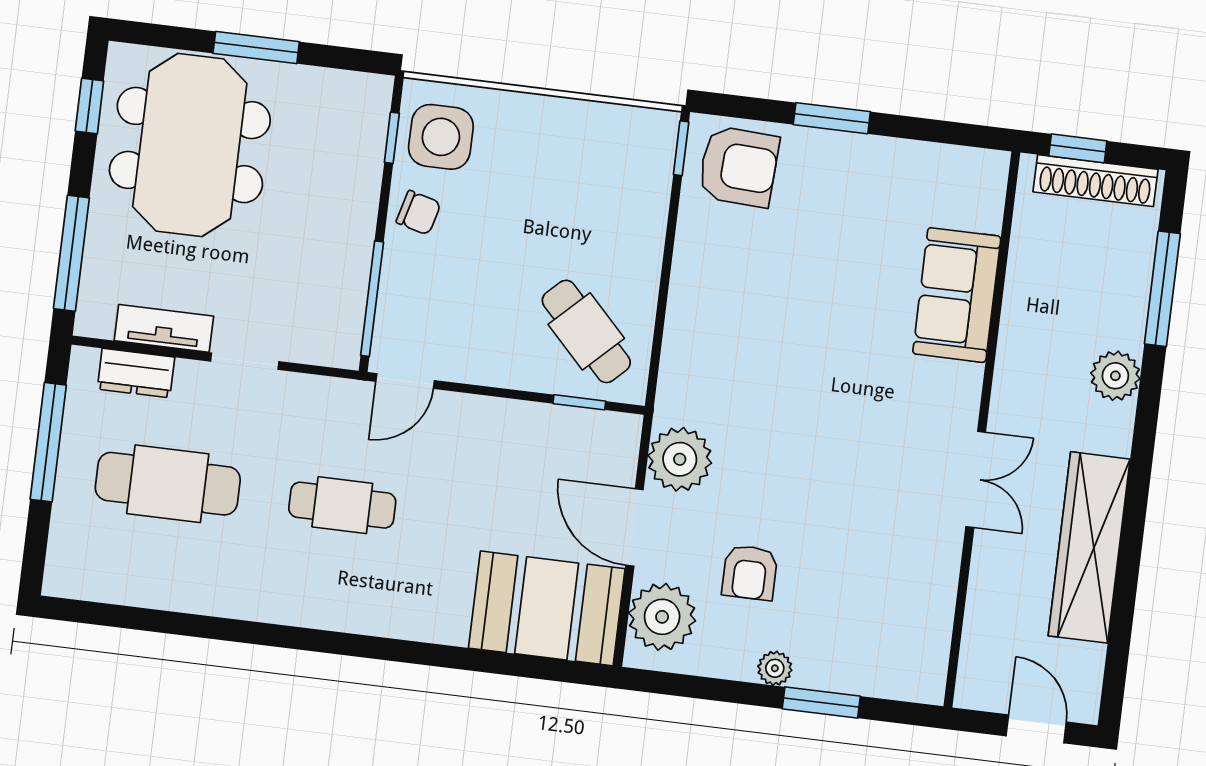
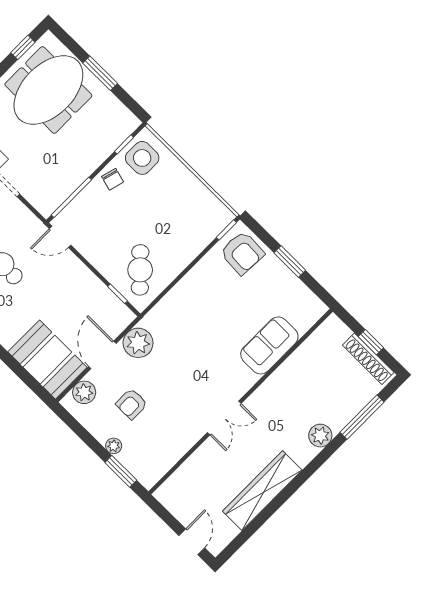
sofa: (957, 295) -> (269, 345), moved
wall: (982, 429) -> (241, 402), moved
double door: (976, 479) -> (224, 418), moved
plant: (662, 617) -> (84, 392), width x0.73, depth x0.73

